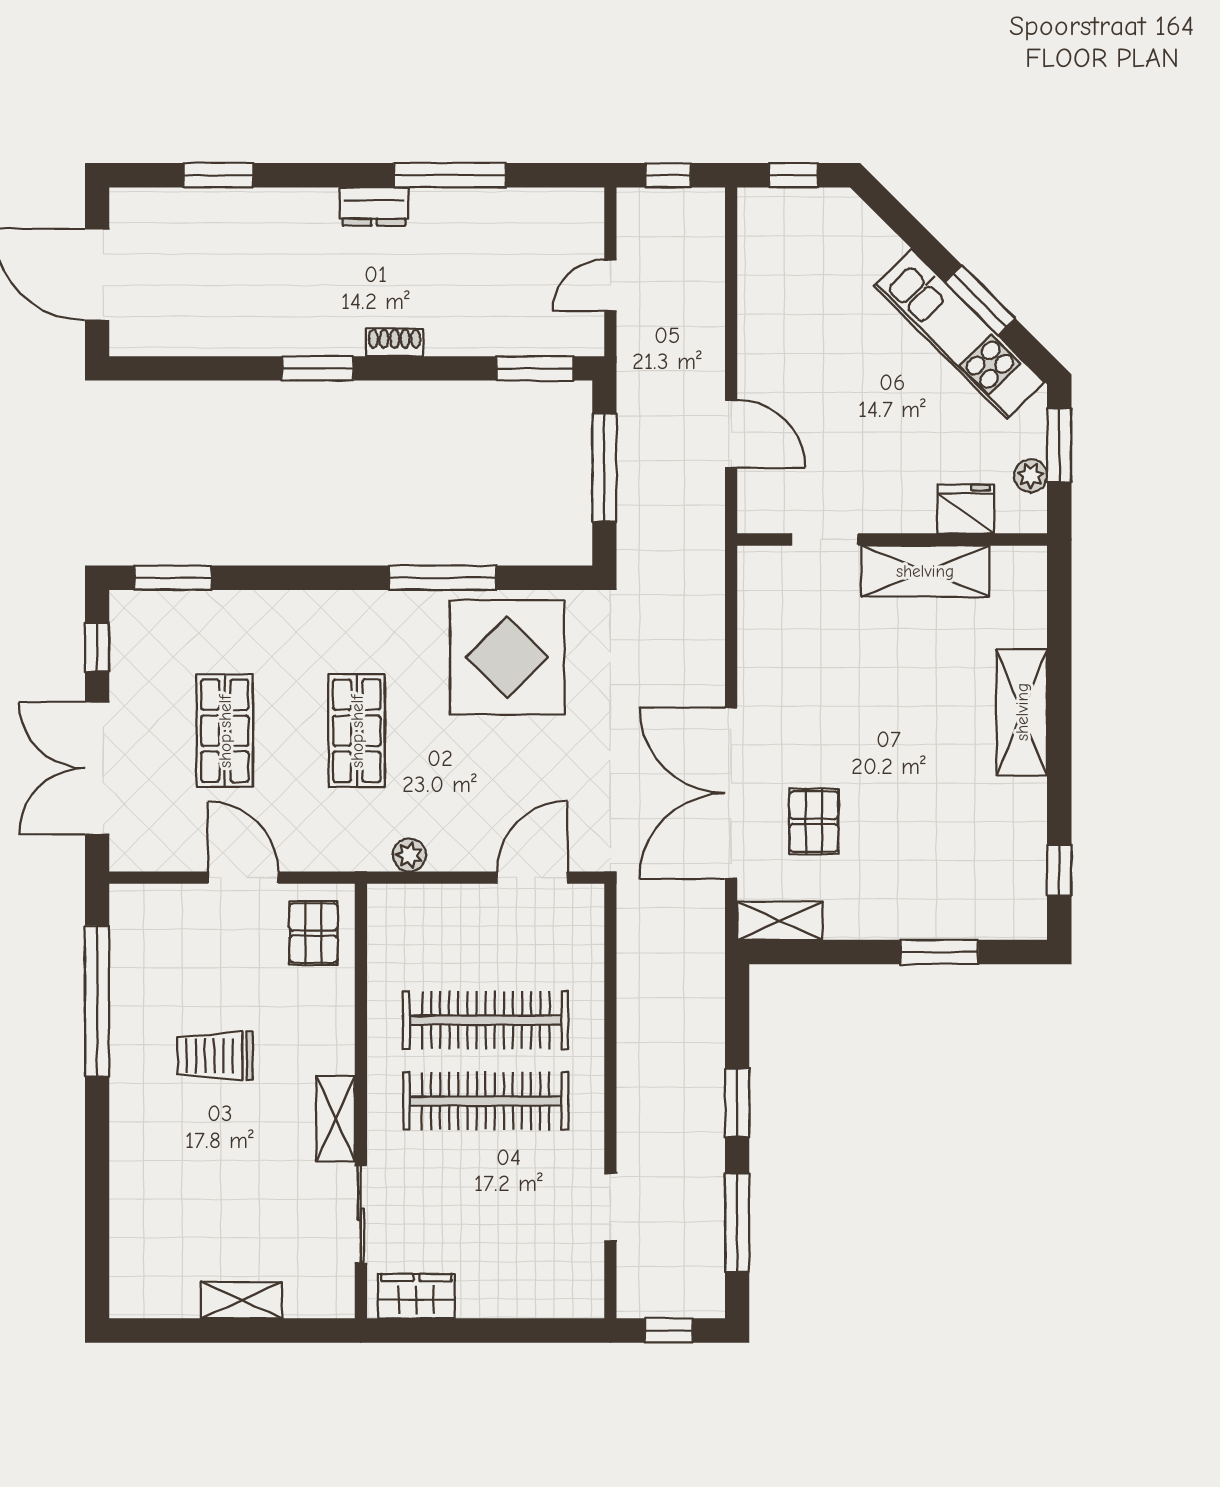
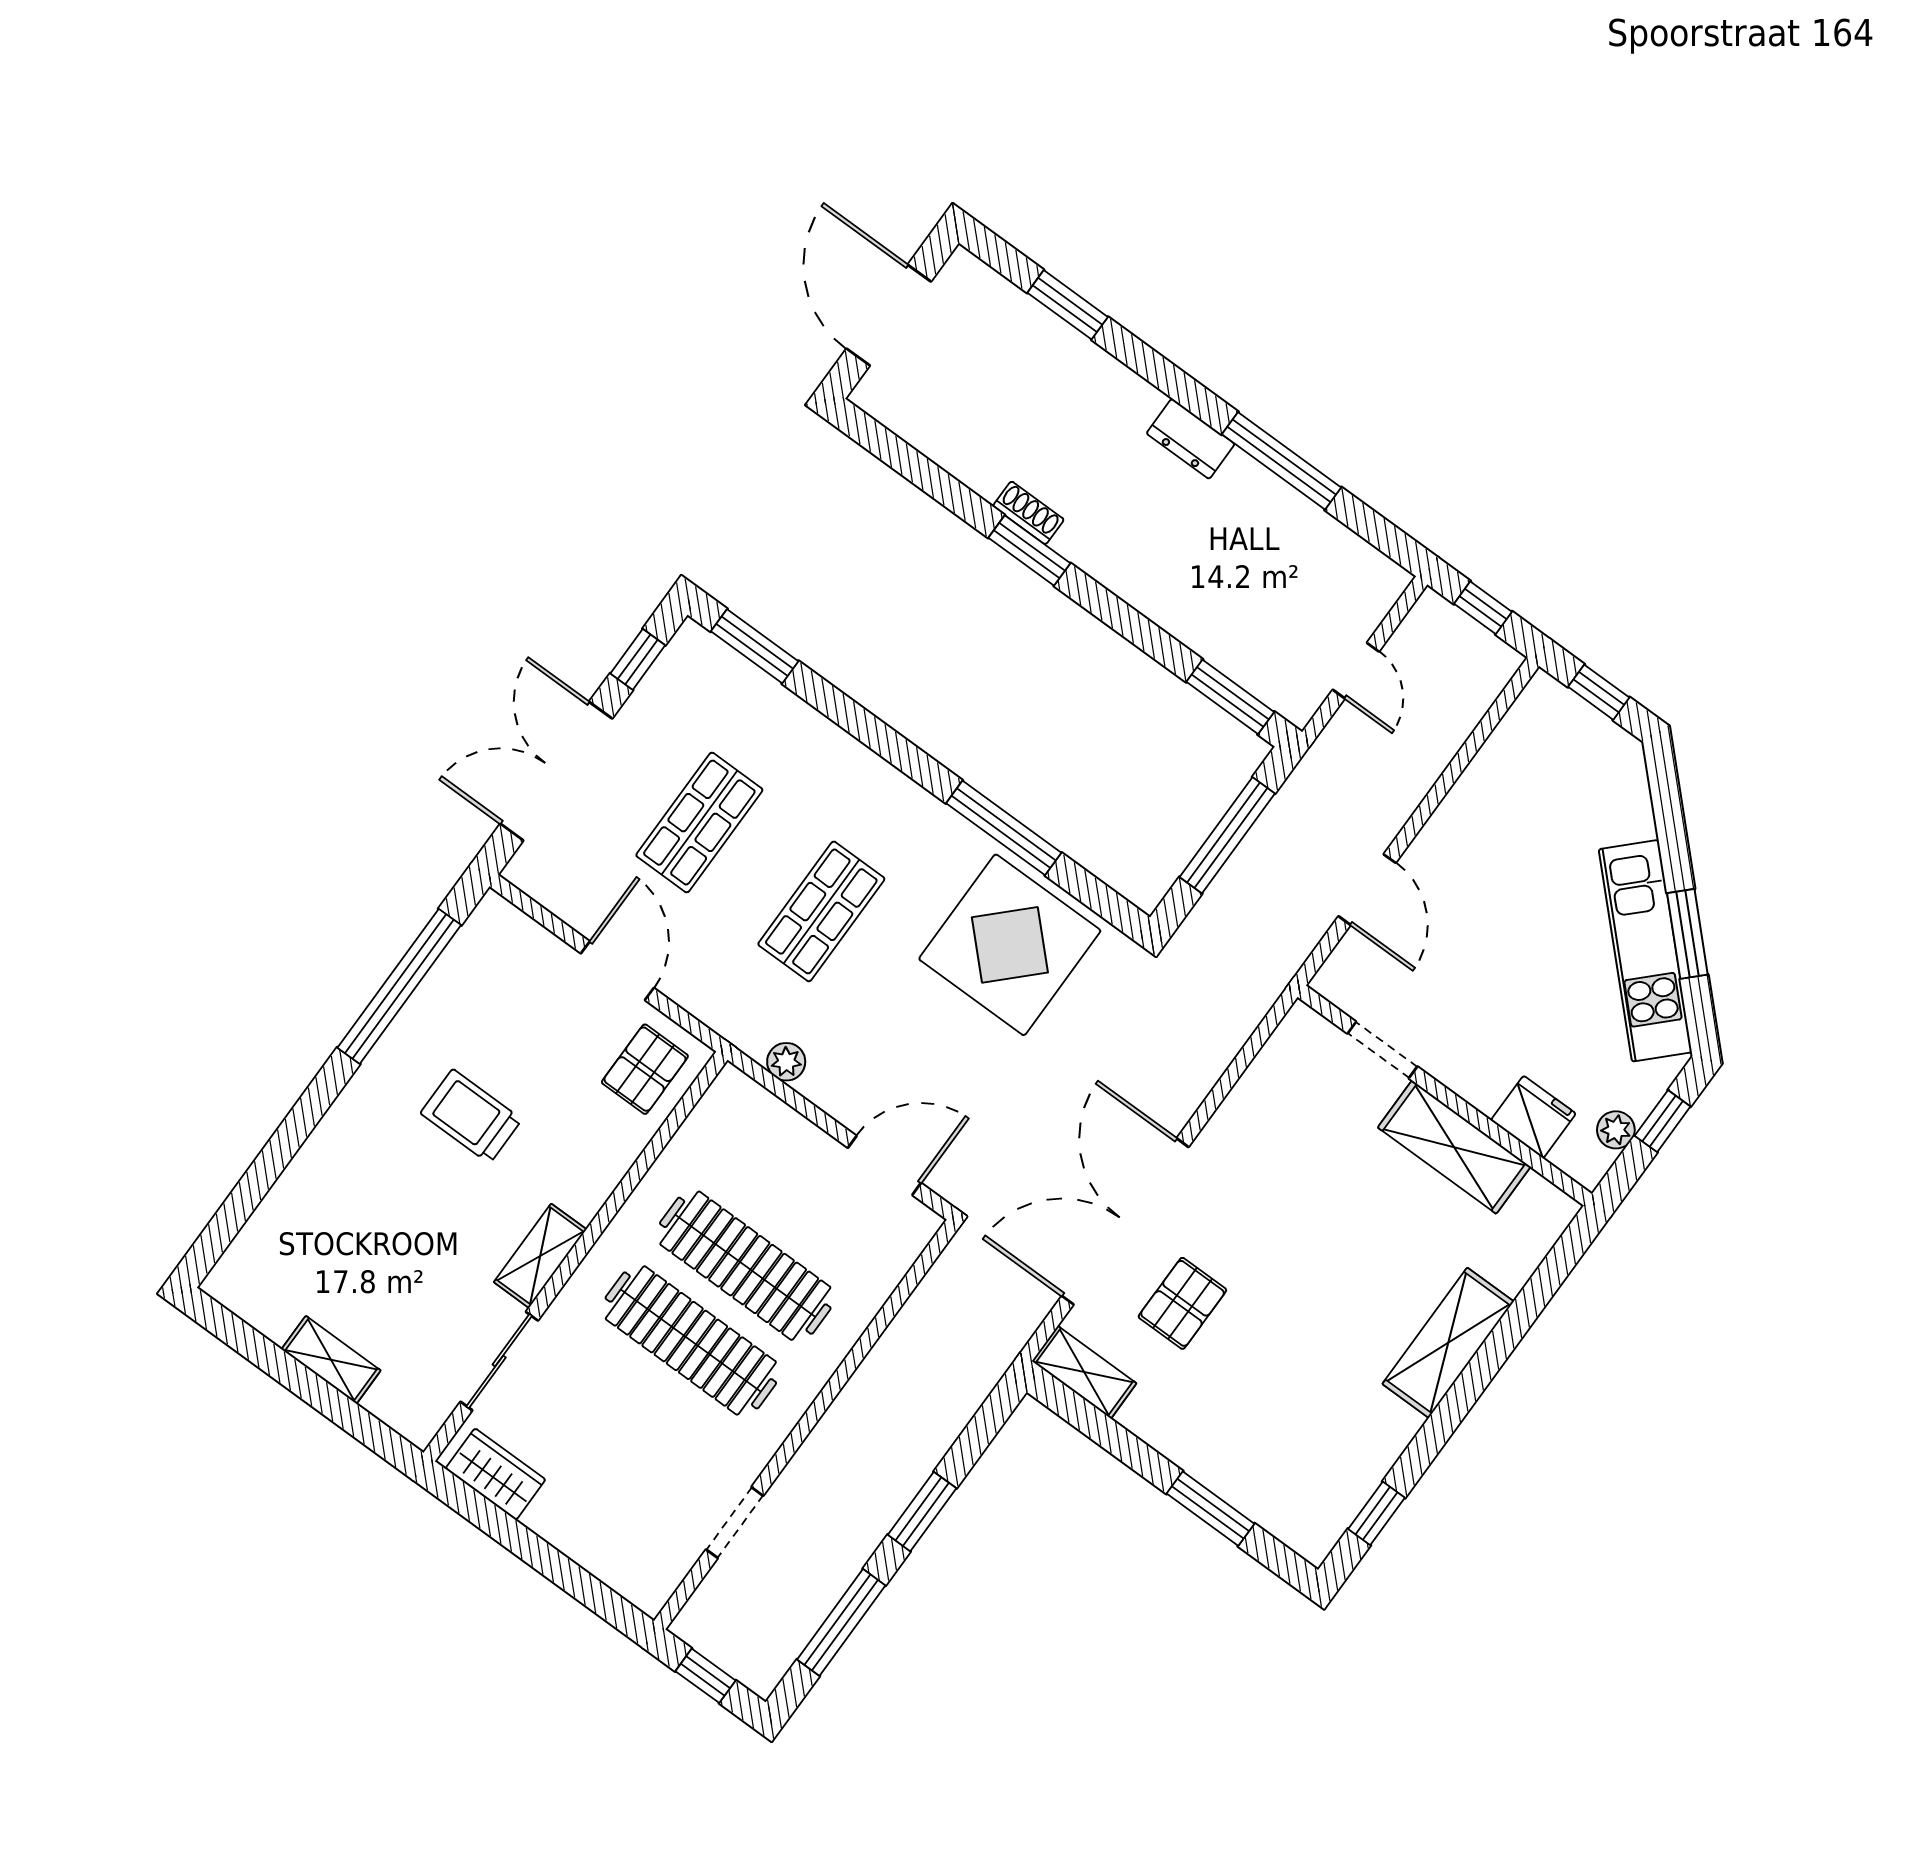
door: (610, 285) -> (1356, 671), swing flipped
shoe rack: (395, 342) -> (1028, 513), moved
window: (1059, 445) -> (1663, 1121), width x0.67

